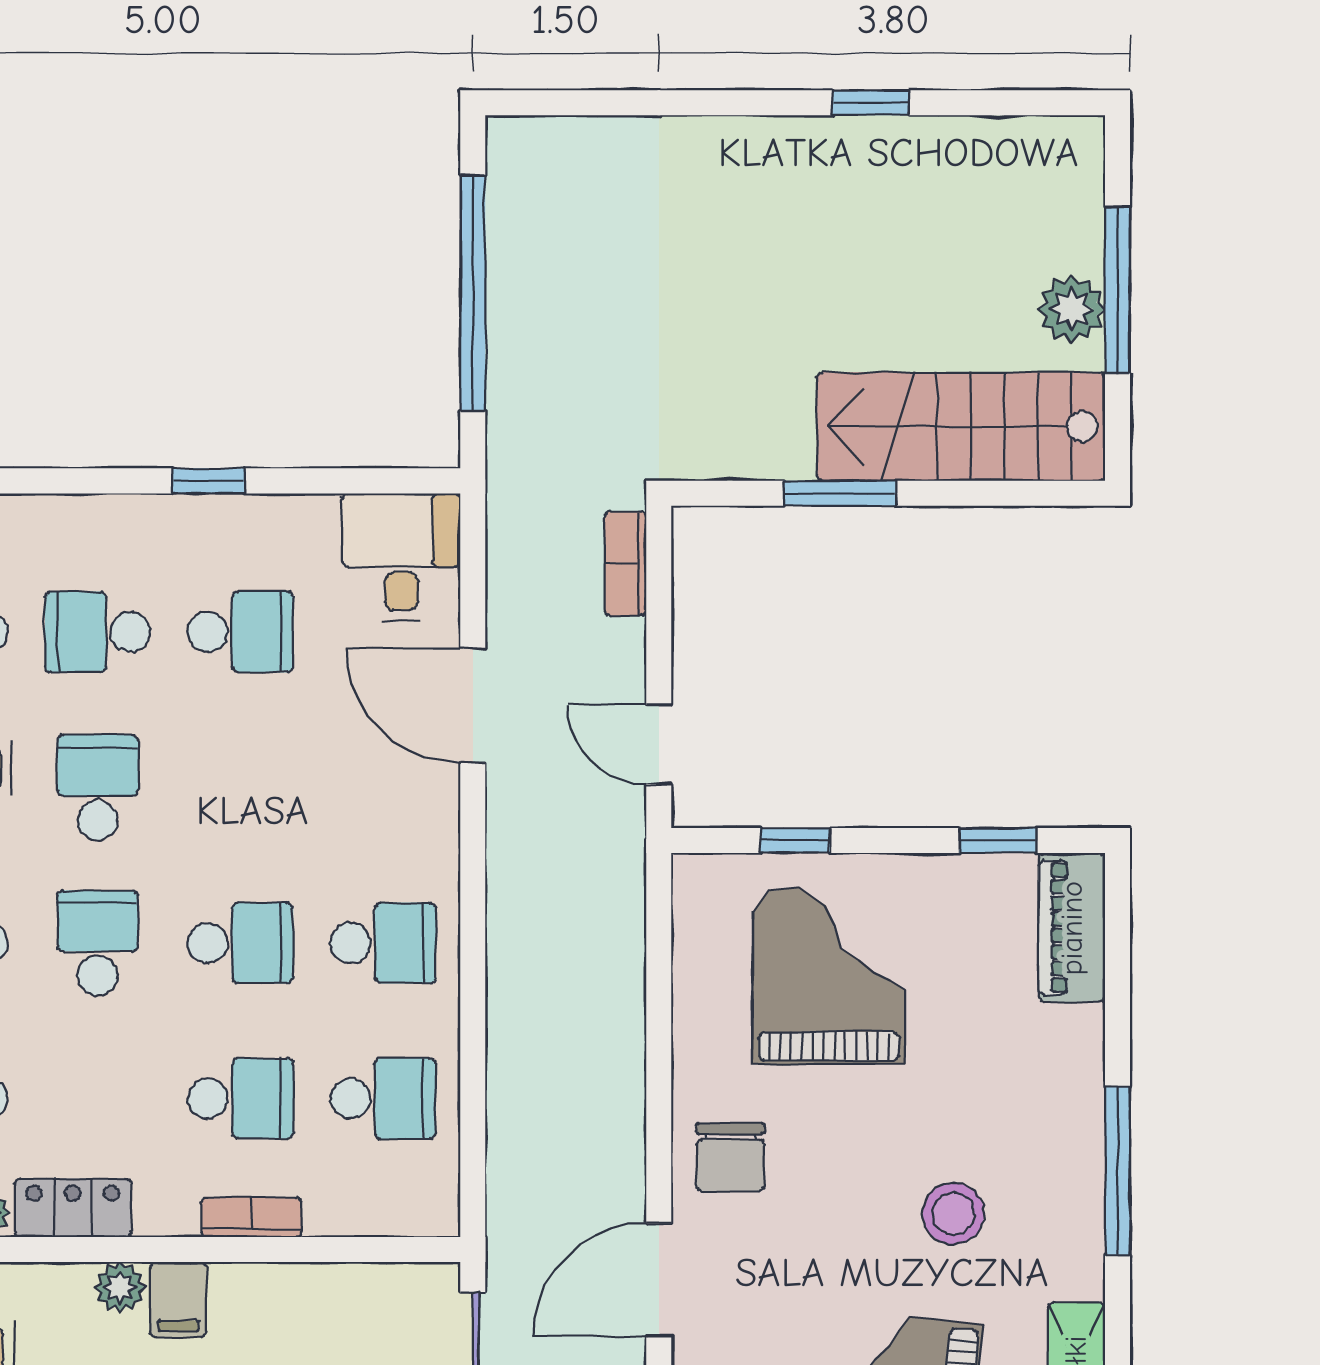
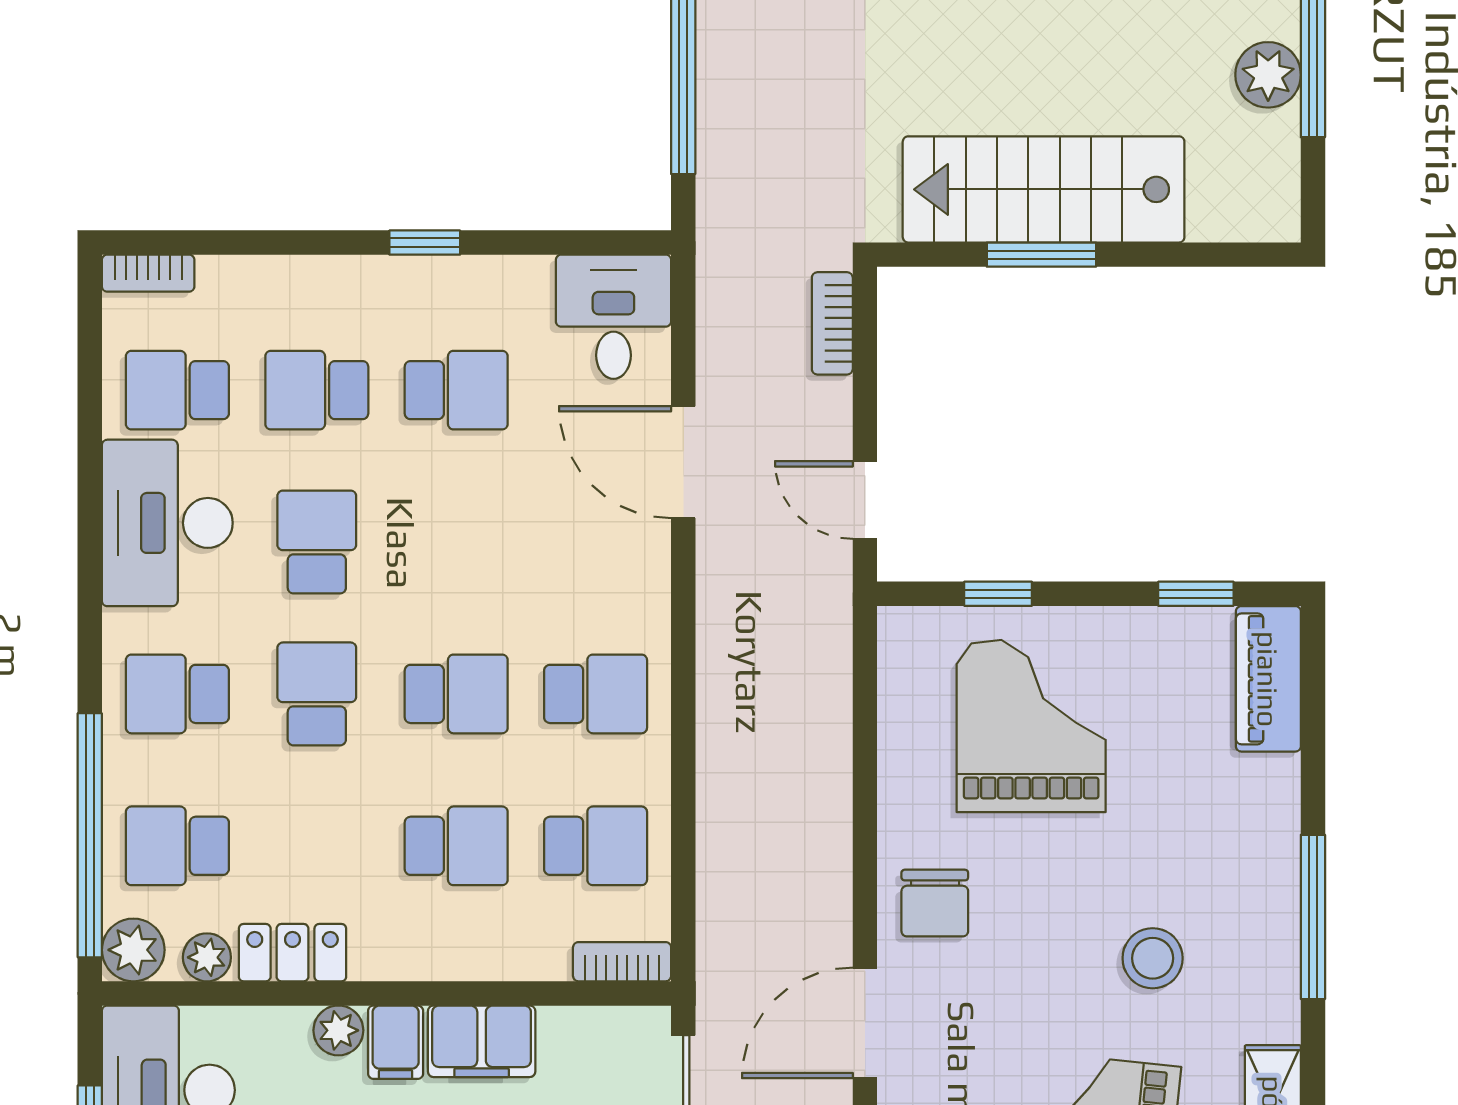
stairs: (961, 426) -> (1044, 189), moved
bookcase: (251, 1217) -> (622, 962), moved
filing cabinet: (266, 1299) -> (482, 1041), added

